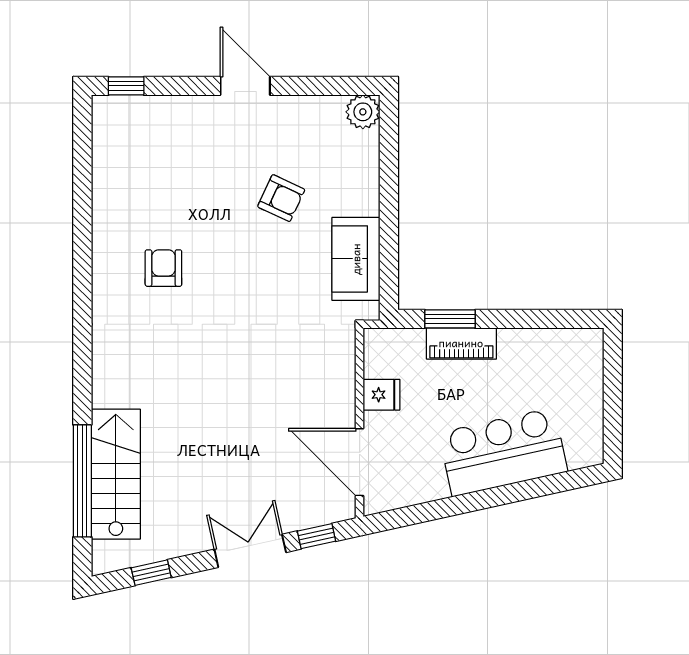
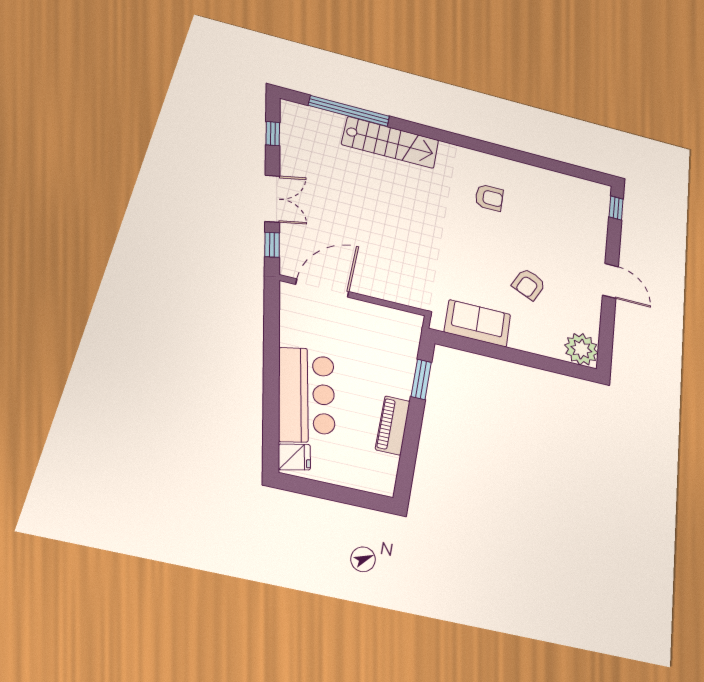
door: (245, 86) -> (610, 281), hinge flipped
plant: (363, 112) -> (581, 349), width x1.36, depth x1.36
piano: (461, 343) -> (393, 425), moved
fridge: (381, 395) -> (294, 457), moved, turned -102
stairs: (116, 474) -> (390, 142), moved

